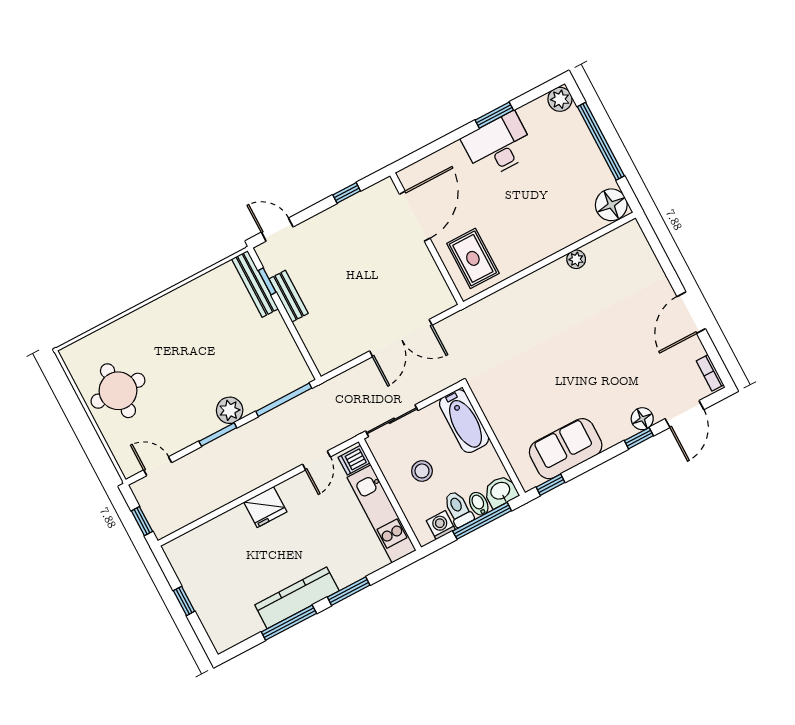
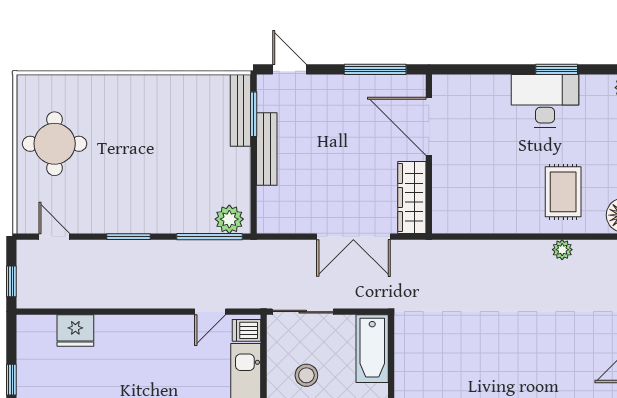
window: (347, 193) -> (375, 69), width x2.17
door: (415, 216) -> (429, 126), swing flipped
rug: (473, 258) -> (563, 192), moved
window: (267, 281) -> (254, 114), width x1.50
wardrobe: (431, 281) -> (412, 197), added
bench: (289, 296) -> (267, 149), width x1.36
plant: (230, 410) -> (229, 219), moved
fridge: (265, 507) -> (75, 330), moved

